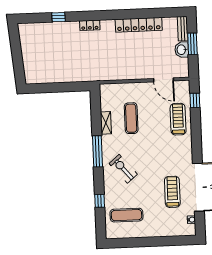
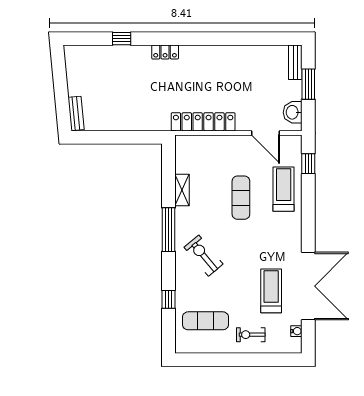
locker: (139, 25) -> (203, 122), moved, turned 180
washbasin: (182, 50) -> (293, 112), moved
bench: (28, 72) -> (76, 113), added
exercise mat: (131, 118) -> (241, 198), moved
exercise bike: (159, 224) -> (251, 335), added

